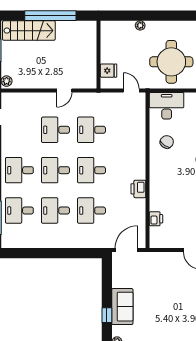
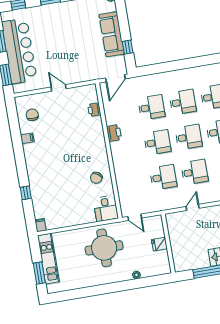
fridge: (109, 71) -> (159, 244), moved
desk: (167, 106) -> (106, 208), width x0.73
sofa: (122, 307) -> (112, 34), width x1.36
window: (107, 315) -> (128, 47), moved

